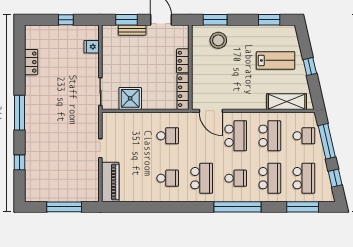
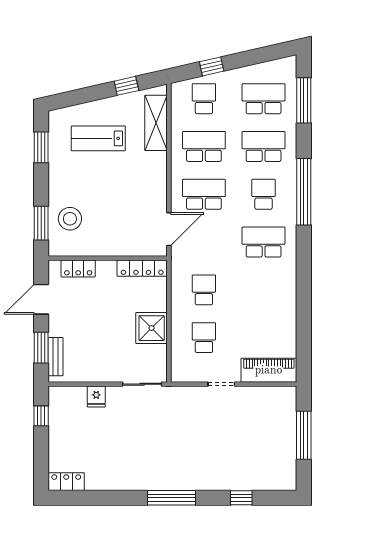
window: (66, 20) -> (41, 416), moved
bench: (132, 30) -> (56, 357), moved
fridge: (92, 47) -> (96, 397), moved
lab bench: (276, 60) -> (98, 138), turned -90
locker: (183, 61) -> (78, 268), moved
locker: (31, 62) -> (66, 482), moved
window: (310, 67) -> (126, 86), moved
shower: (130, 98) -> (152, 328), moved
window: (327, 141) -> (212, 66), width x0.46
school desk: (168, 178) -> (204, 338), moved
window: (335, 178) -> (263, 55), removed

